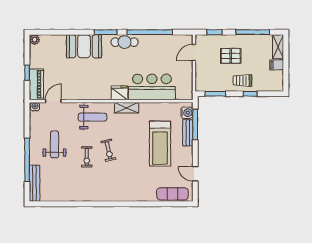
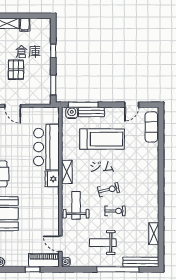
trolley: (242, 80) -> (40, 58), removed
shelving: (64, 196) -> (154, 234), added

